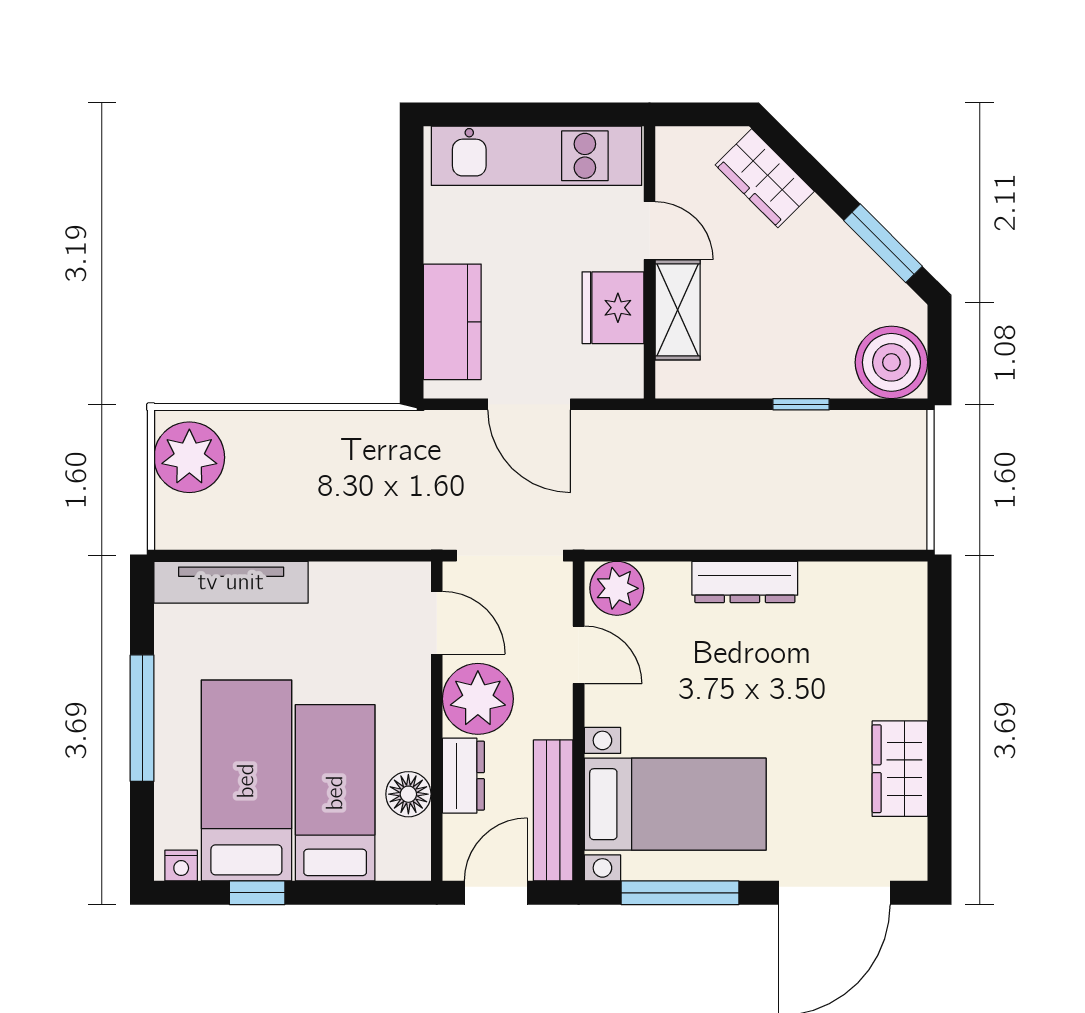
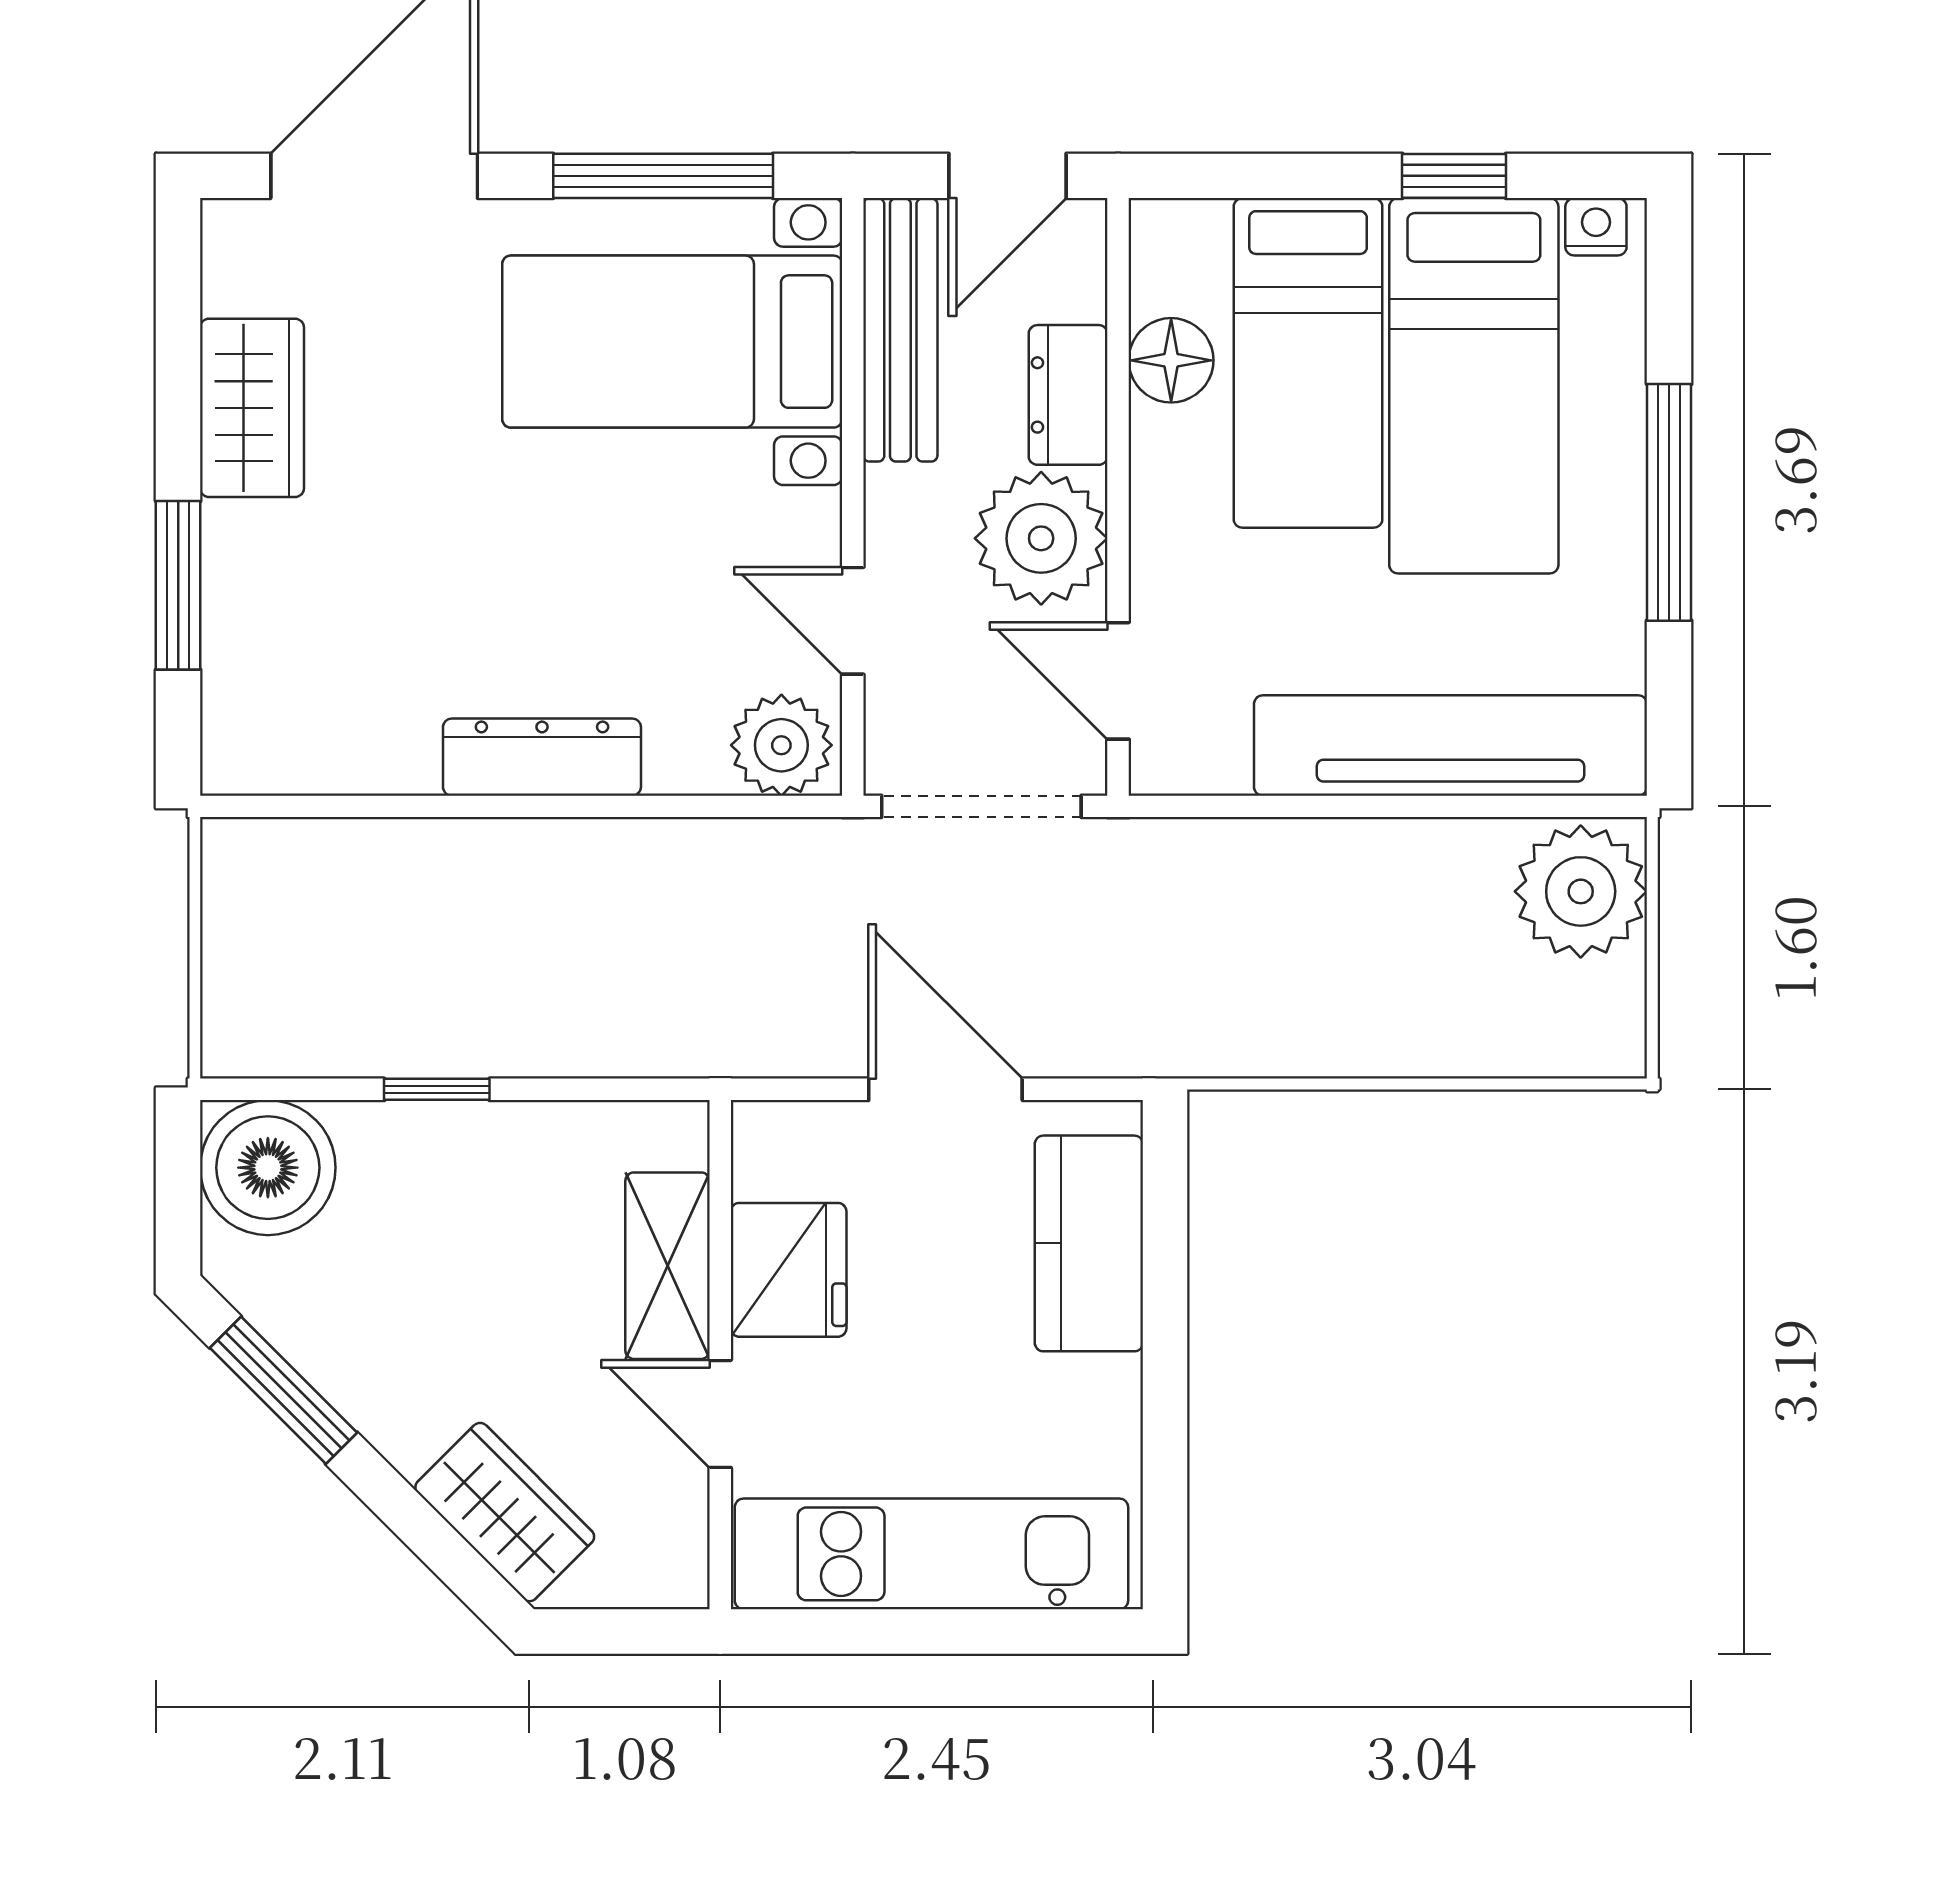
plant: (189, 457) -> (1581, 891), moved
tv unit: (231, 582) -> (1451, 745), width x1.36, depth x1.29
window: (939, 674) -> (178, 585), added

